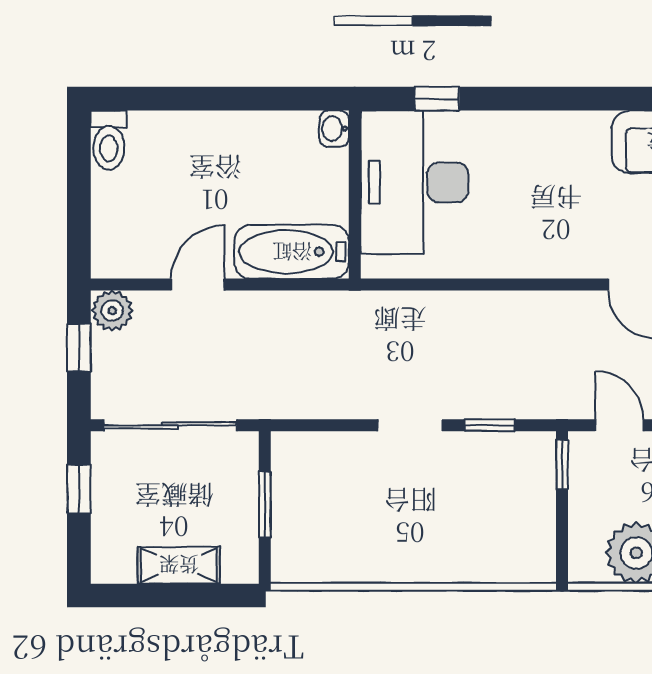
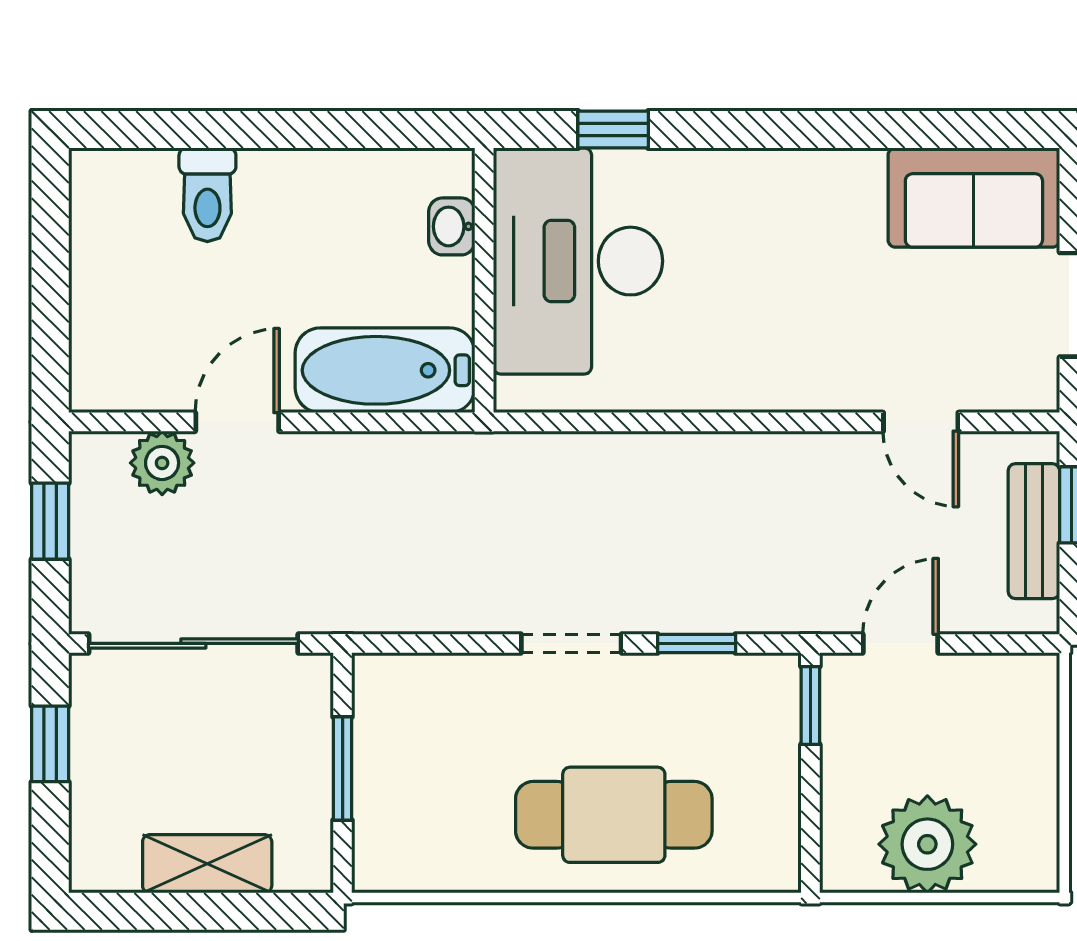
washbasin: (334, 129) -> (452, 226), moved
toilet: (109, 140) -> (207, 195), moved
plant: (112, 311) -> (162, 463), moved
door: (619, 425) -> (901, 643), hinge flipped
cafe table: (437, 534) -> (614, 815), added

